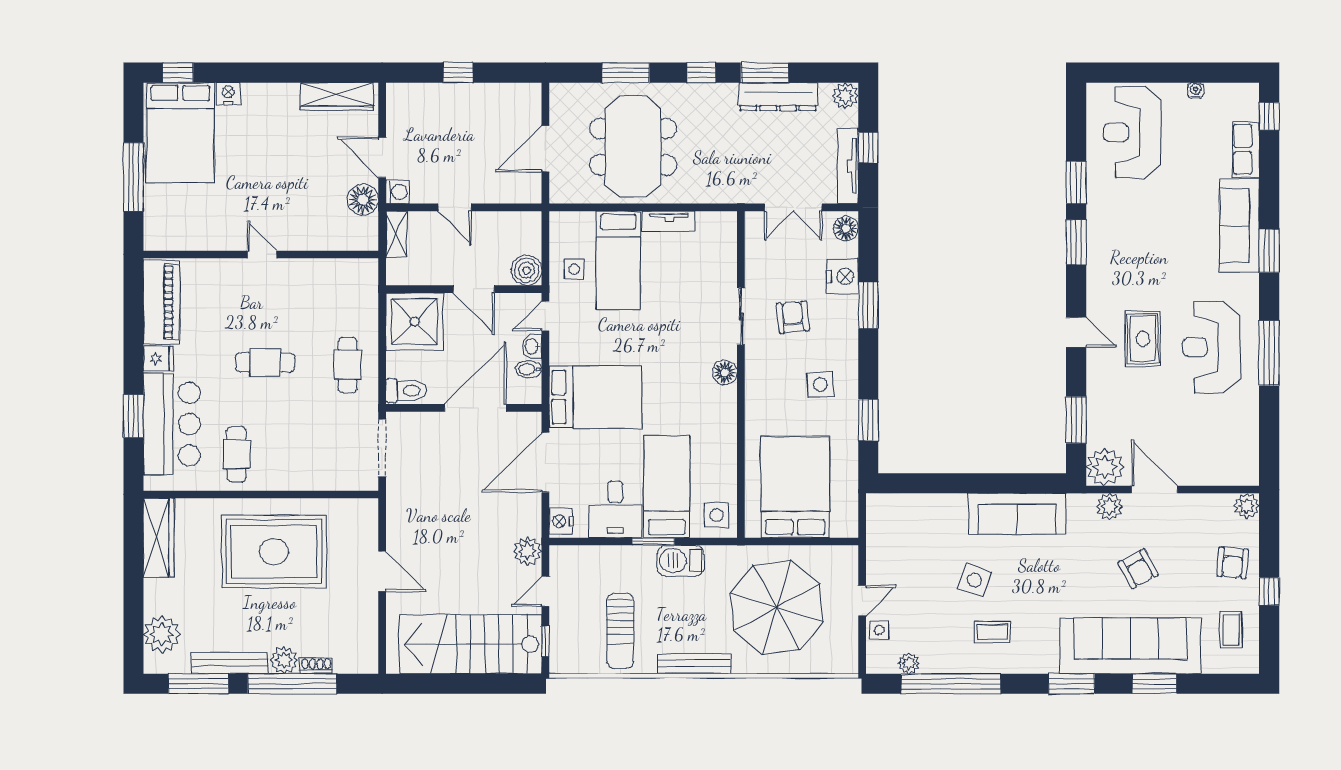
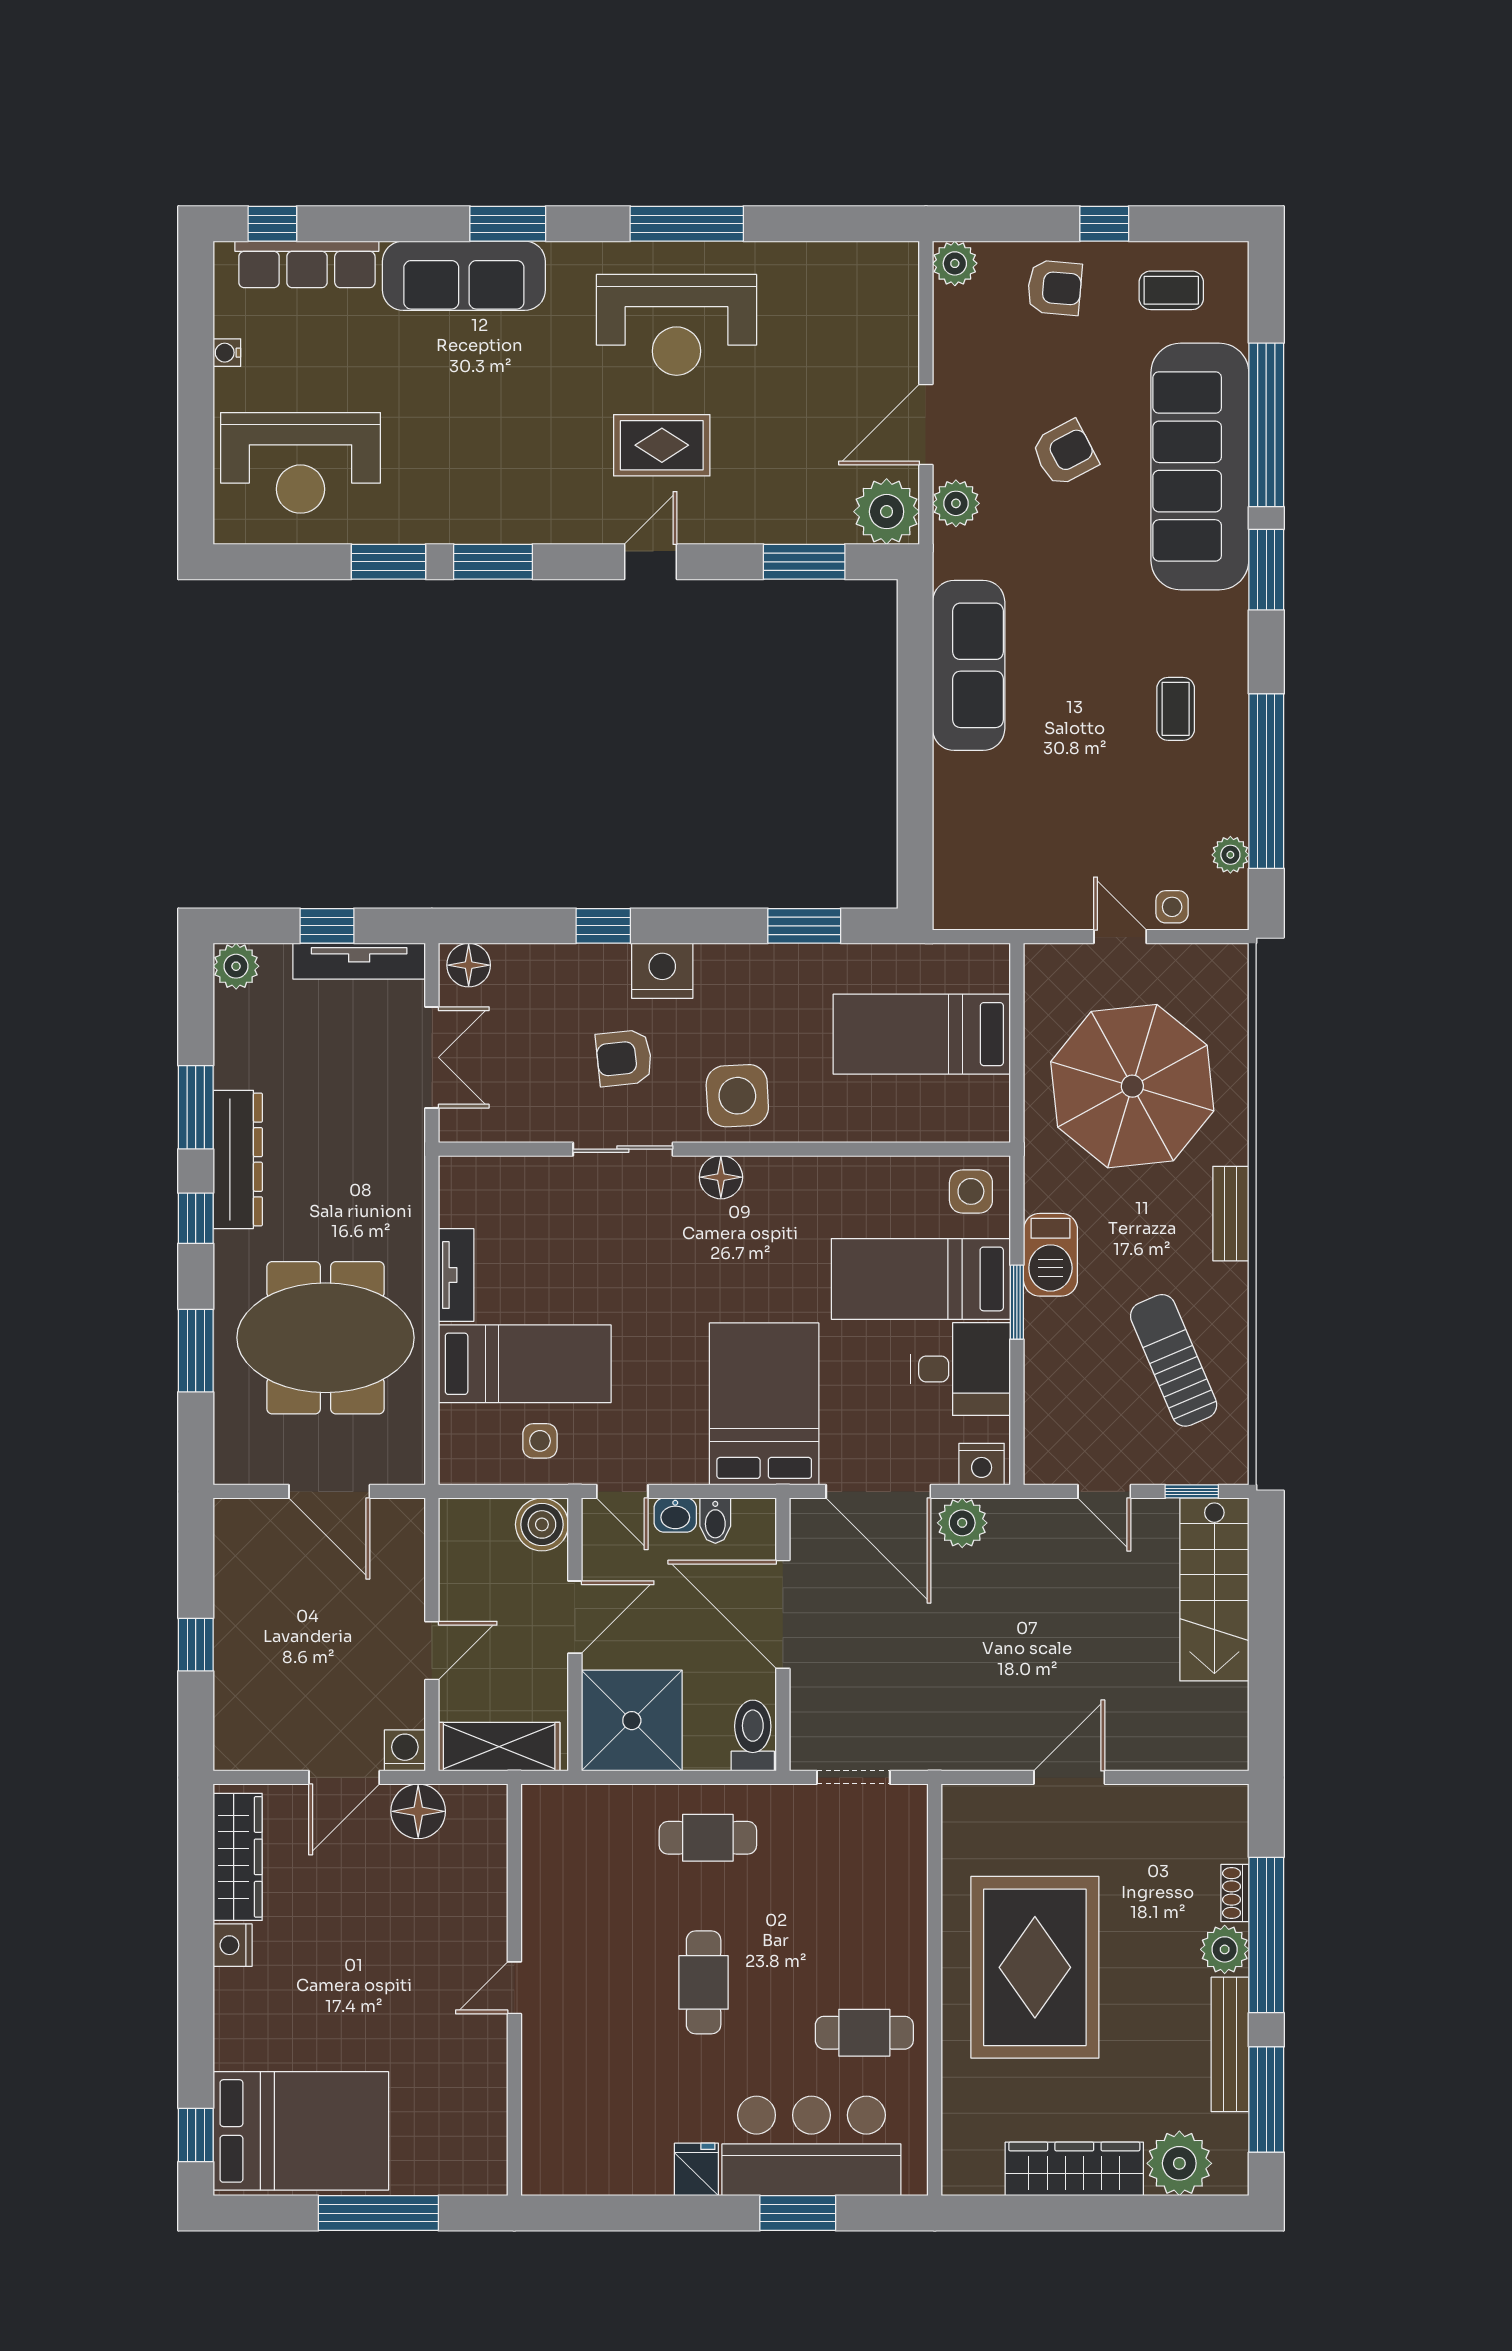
nightstand: (228, 94) -> (233, 1945), moved
dresser: (778, 97) -> (238, 1159), moved
row of seats: (1246, 149) -> (307, 264), width x1.48
shelving: (396, 234) -> (499, 1747), width x1.50, depth x1.33
nightstand: (843, 276) -> (662, 971), moved
piano: (162, 302) -> (598, 2164), removed
window: (868, 305) -> (603, 926), width x0.67
side table: (820, 385) -> (737, 1096), moved, width x1.37, depth x1.37
doorway: (382, 448) -> (853, 1777), width x0.73
bed: (795, 487) -> (922, 1034), width x0.67
wardrobe: (159, 538) -> (1074, 2169), moved
plant: (528, 551) -> (962, 1523), moved
side table: (974, 580) -> (1085, 740), removed
sun lounger: (620, 631) -> (1174, 1360), turned -113
stairs: (470, 644) -> (1214, 1589), width x0.73, depth x0.66
bench: (694, 664) -> (1231, 1214), width x0.73
window: (1154, 684) -> (1266, 425), width x2.11

